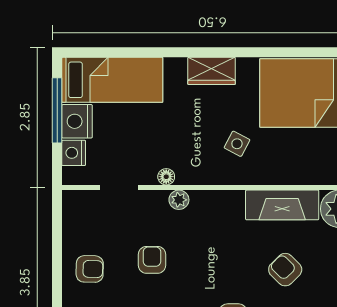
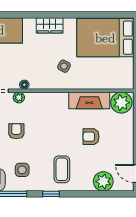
plant: (179, 200) -> (19, 98), moved
armchair: (285, 270) -> (91, 137), turned -45

